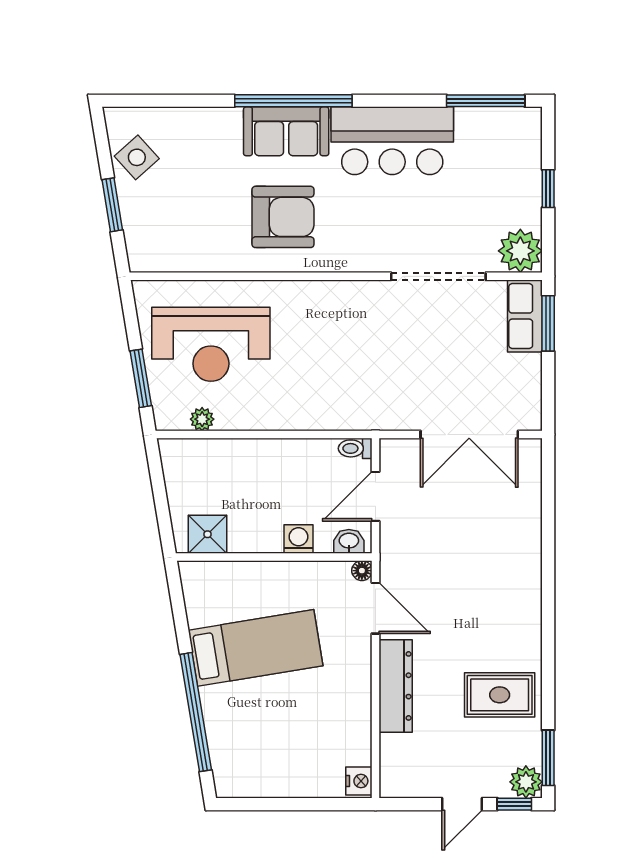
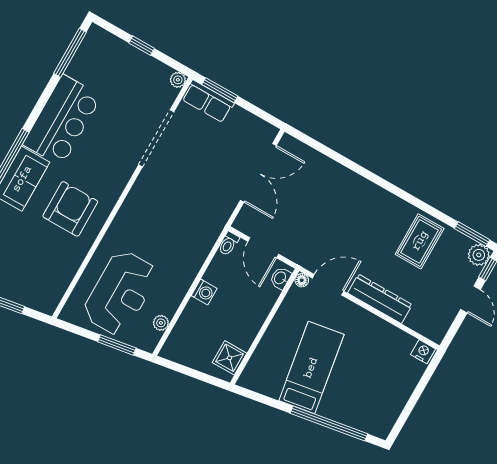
plant: (520, 251) -> (178, 80), width x0.53, depth x0.53
washing machine: (298, 539) -> (204, 292), moved, turned 180

